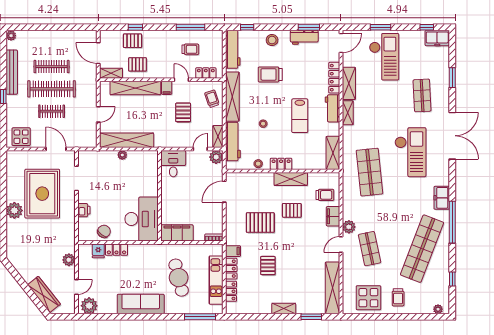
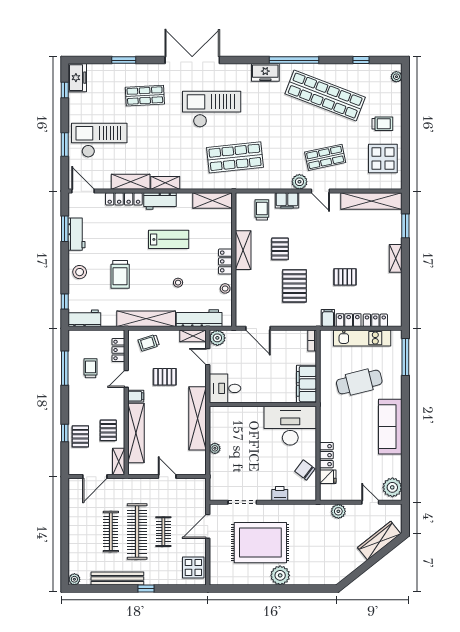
workbench: (233, 49) -> (84, 318), width x0.73
shelving: (127, 140) -> (198, 418), moved

